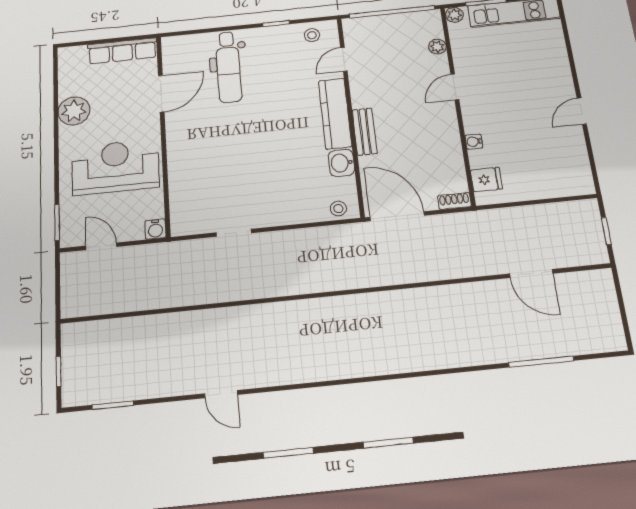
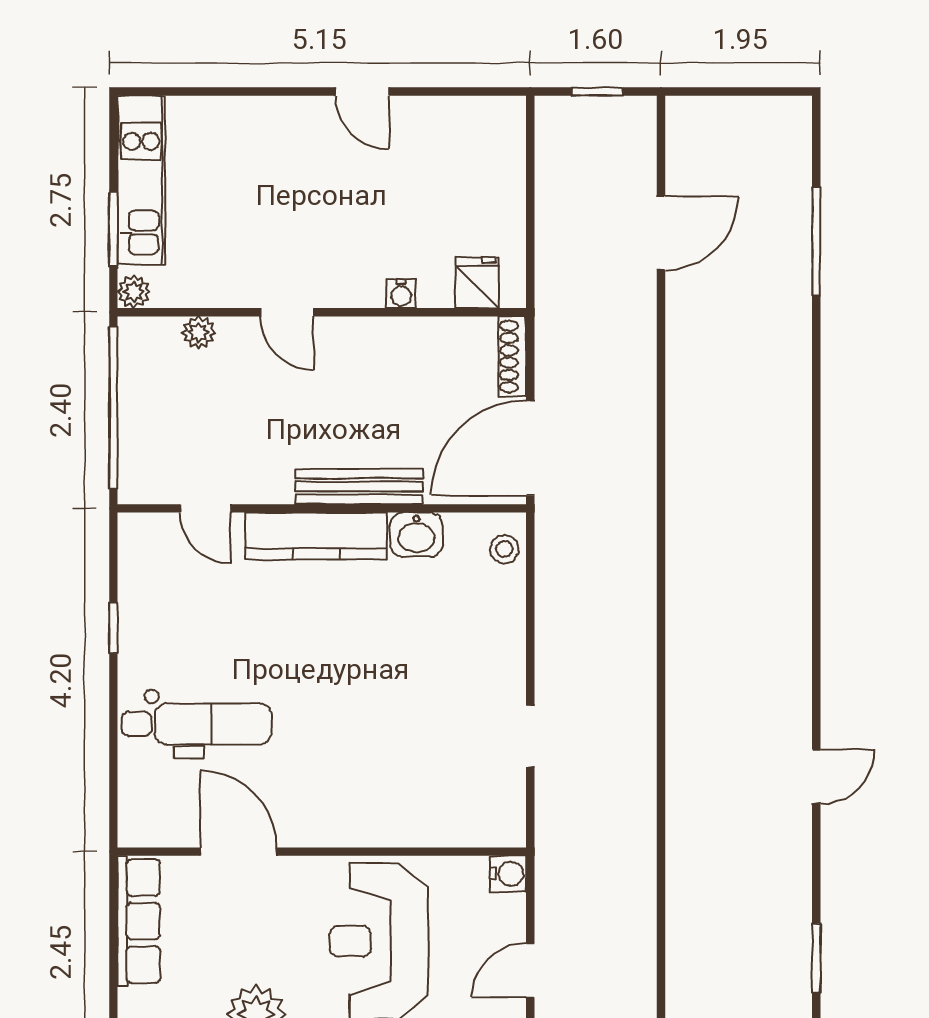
stool: (312, 35) -> (146, 563), removed
bench: (365, 132) -> (359, 486), width x1.36
shoe rack: (454, 201) -> (512, 356), width x1.43

